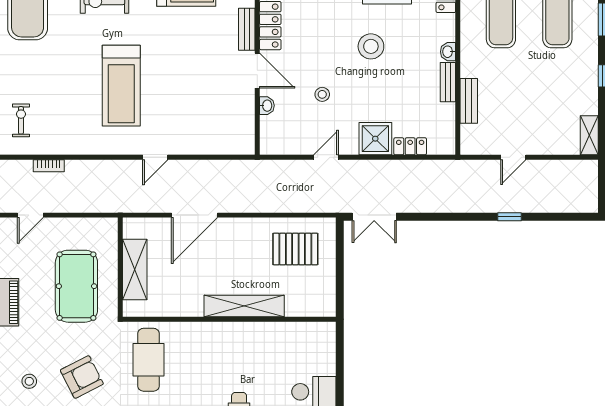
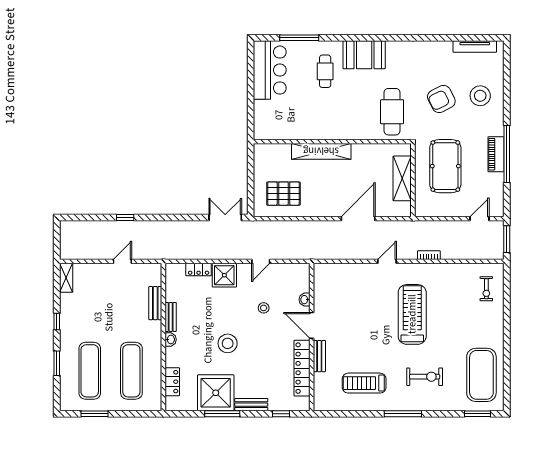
bookcase: (49, 166) -> (429, 255), moved
stool: (29, 381) -> (480, 96), width x1.89, depth x1.89

